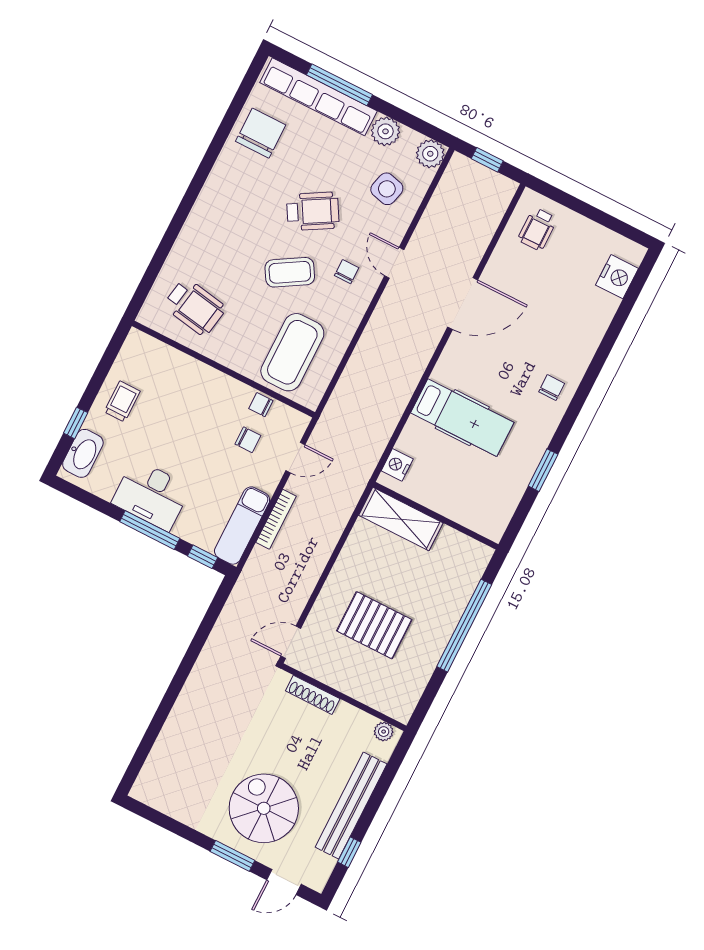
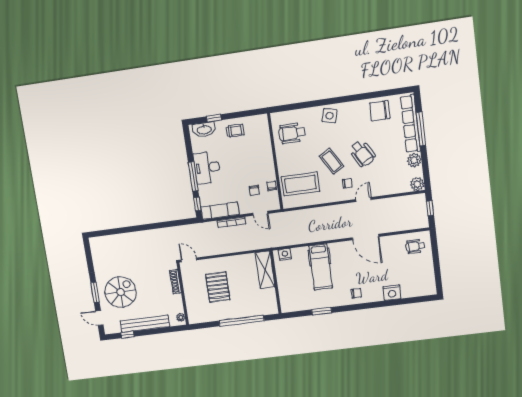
chair: (261, 133) -> (380, 111), turned 180
side table: (387, 189) -> (330, 116), moved
nightstand: (617, 277) -> (392, 293), moved
wheelchair: (195, 307) -> (292, 133), turned 80

